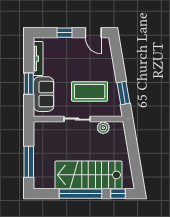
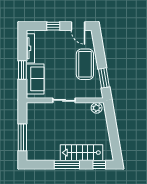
coffee table: (90, 91) -> (85, 64), moved, turned 90
plant: (103, 128) -> (97, 108), moved
stairs: (88, 175) -> (81, 153), width x0.73, depth x0.66
window: (80, 194) -> (67, 165), width x0.68

